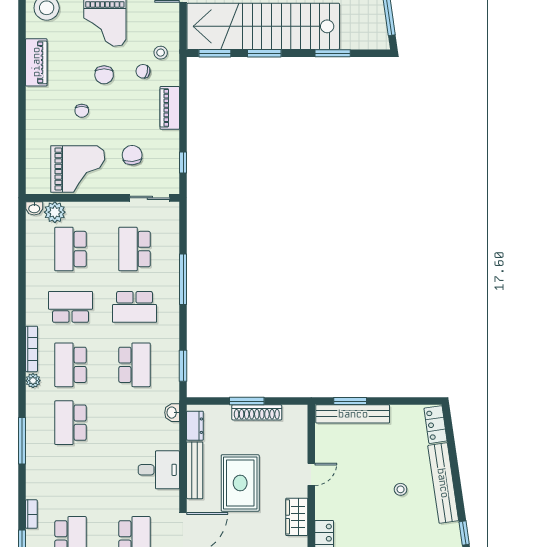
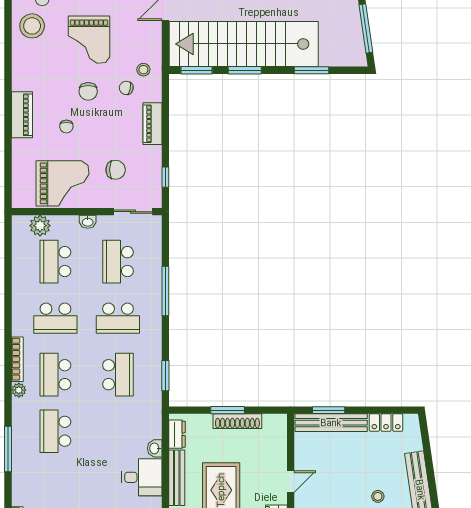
piano: (36, 62) -> (22, 115), moved
chair: (132, 155) -> (116, 170), turned 94
washbasin: (34, 208) -> (88, 222), moved
school desk: (71, 307) -> (55, 318), turned 180
washbasin: (172, 413) -> (155, 448), moved
locker: (435, 425) -> (386, 423), moved, turned -82

